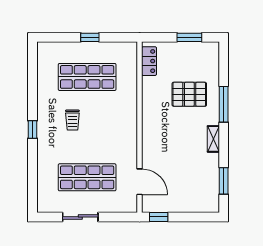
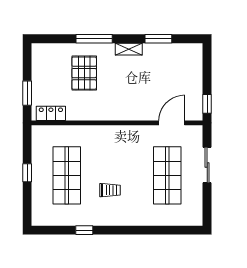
window: (189, 37) -> (27, 93), moved
window: (32, 129) -> (84, 230), moved
window: (224, 181) -> (158, 39), moved
sliding door: (80, 217) -> (207, 165), moved

